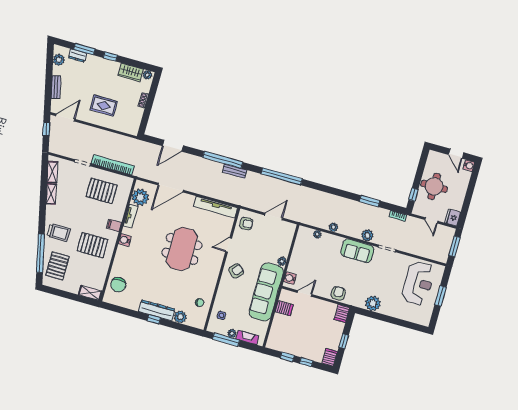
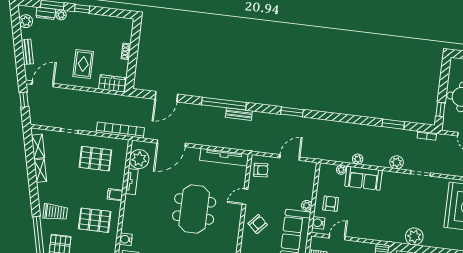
wardrobe: (131, 72) -> (112, 83), moved, turned 180
plant: (147, 75) -> (61, 15), moved
rug: (104, 105) -> (83, 64), turned 90
bookcase: (113, 165) -> (120, 130), moved
window: (282, 176) -> (292, 112), width x0.47
water cooler: (125, 240) -> (126, 239), moved
sofa: (357, 251) -> (363, 178), moved
armchair: (338, 293) -> (331, 204), moved

